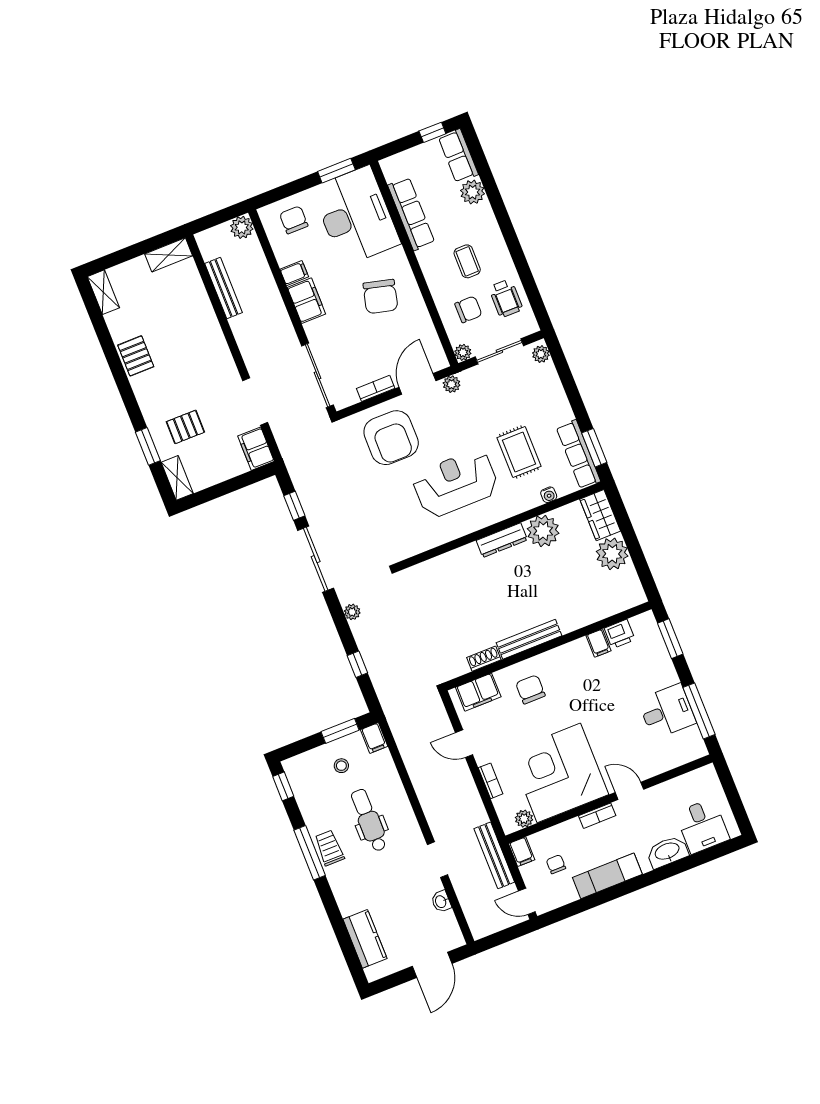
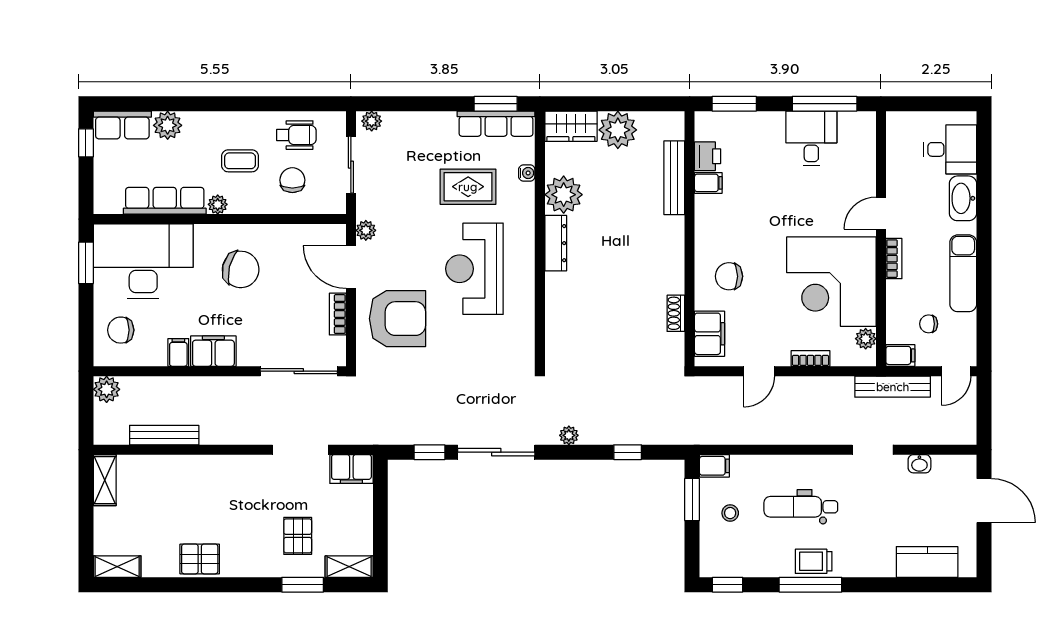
plant: (463, 352) -> (218, 204), moved
bench: (529, 639) -> (674, 178), moved

